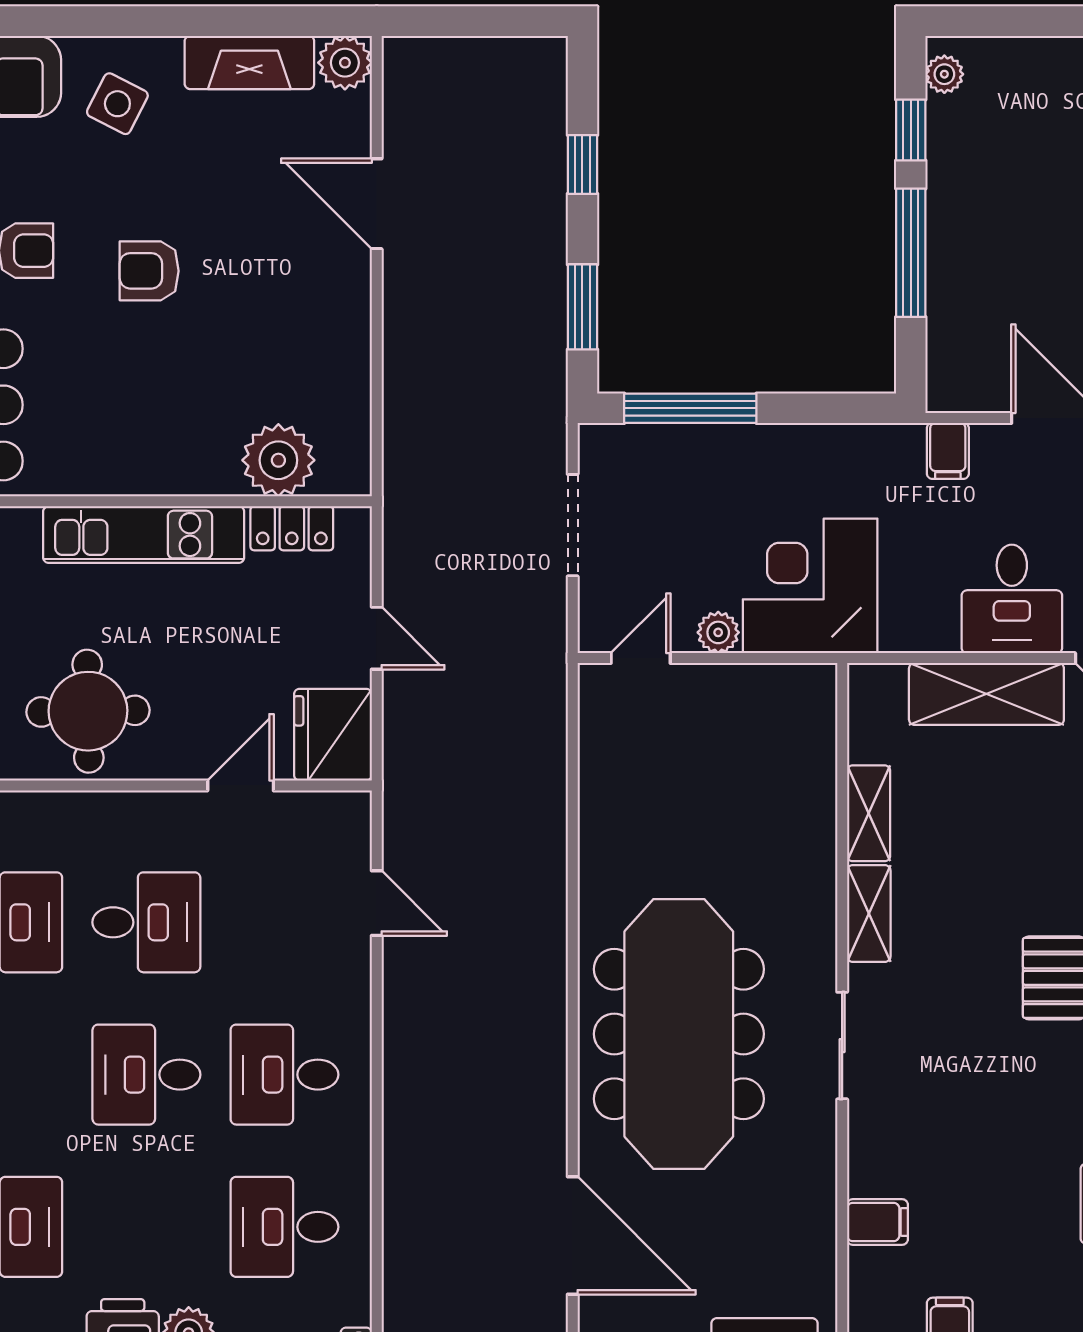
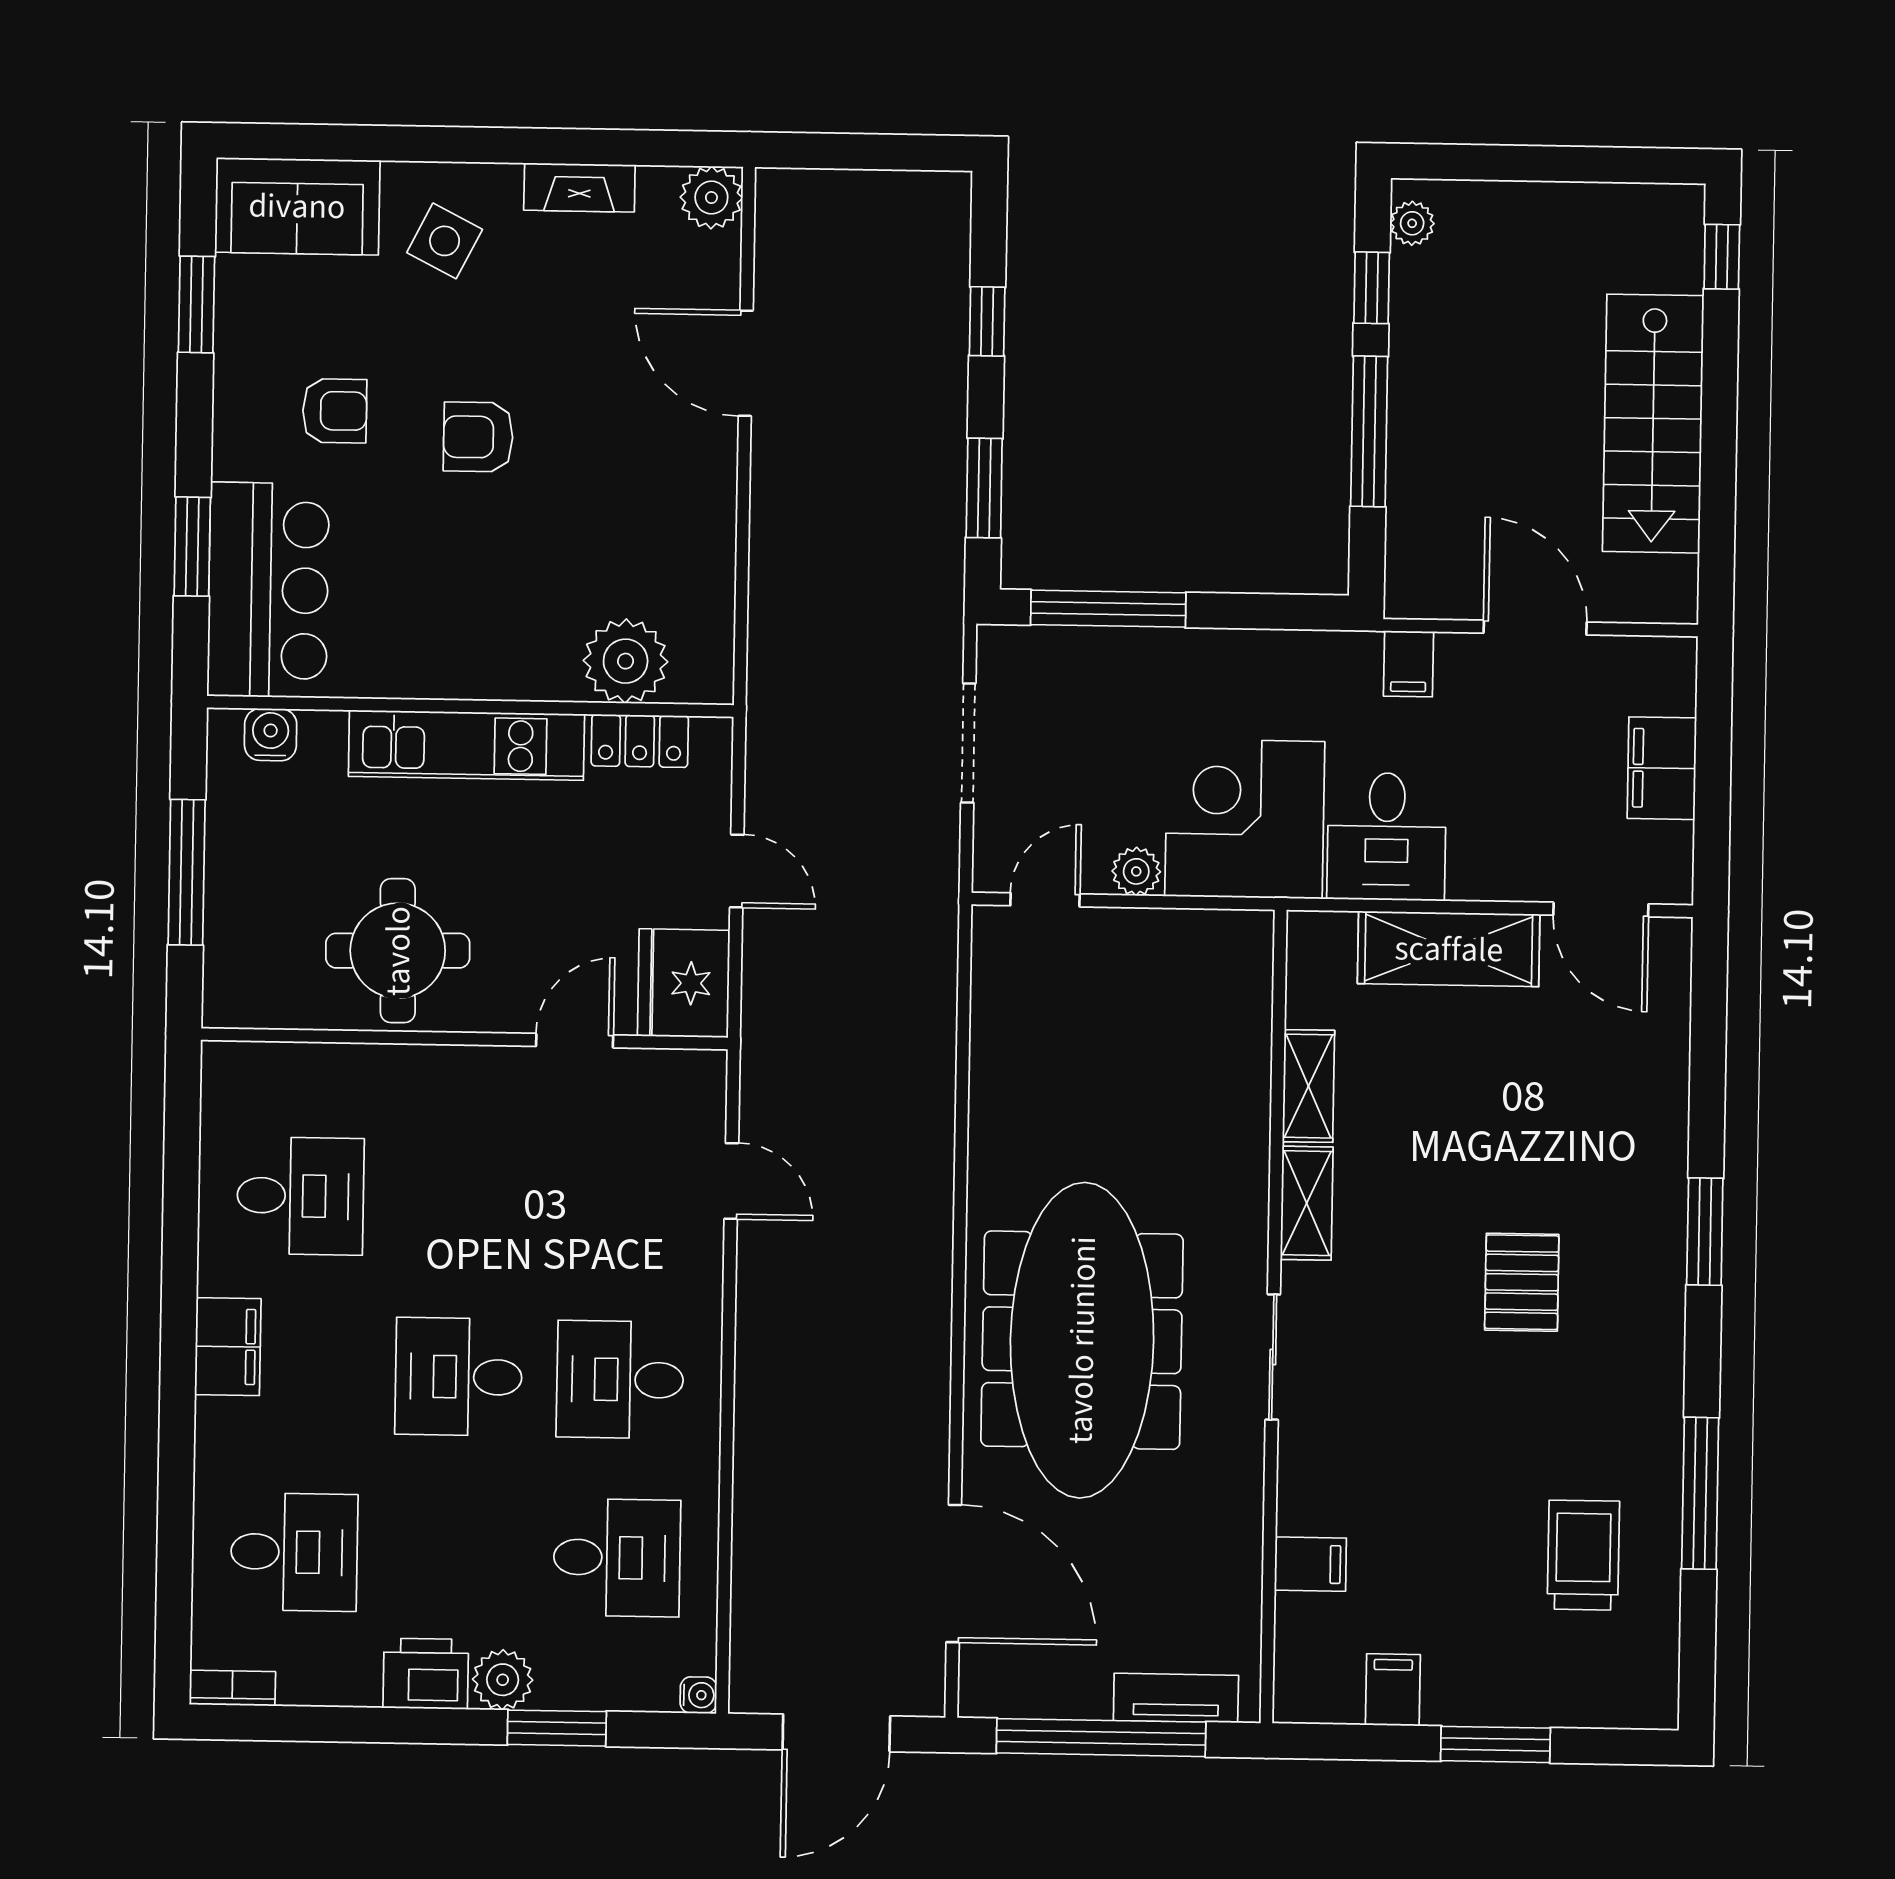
fireplace: (249, 62) -> (579, 188), width x0.73, depth x0.76
desk: (1012, 599) -> (1387, 837), moved
desk: (146, 922) -> (462, 1199), removed
desk: (284, 1227) -> (617, 1558), turned 180

